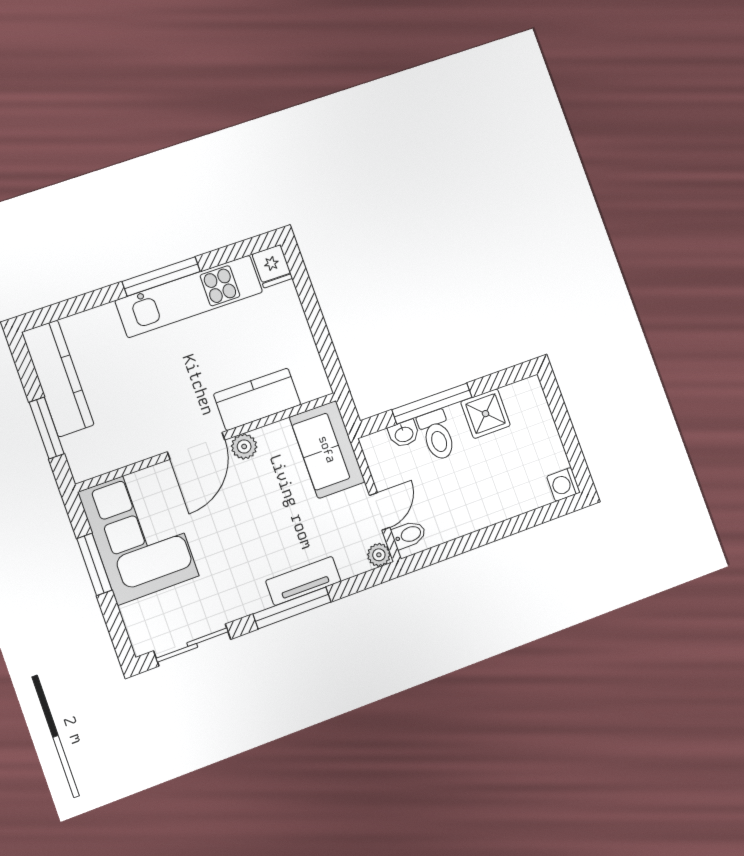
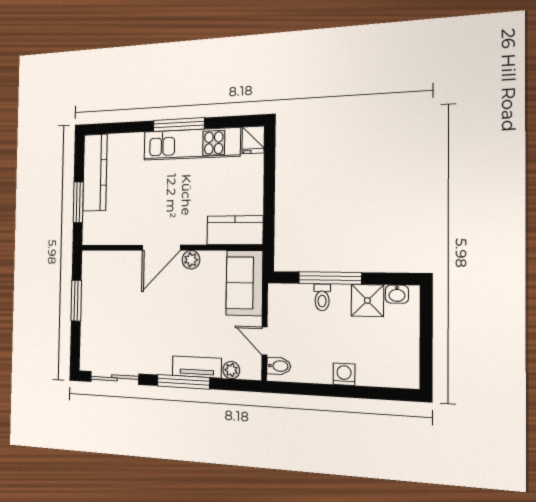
kitchen counter: (257, 399) -> (235, 230), moved
washbasin: (404, 434) -> (397, 294), moved
toilet: (437, 435) -> (322, 297), width x0.73, depth x0.72
washing machine: (563, 484) -> (344, 374), moved, turned 90
door: (380, 511) -> (264, 341), swing flipped
corner sofa: (138, 534) -> (108, 292), removed
plant: (379, 555) -> (231, 370), moved

